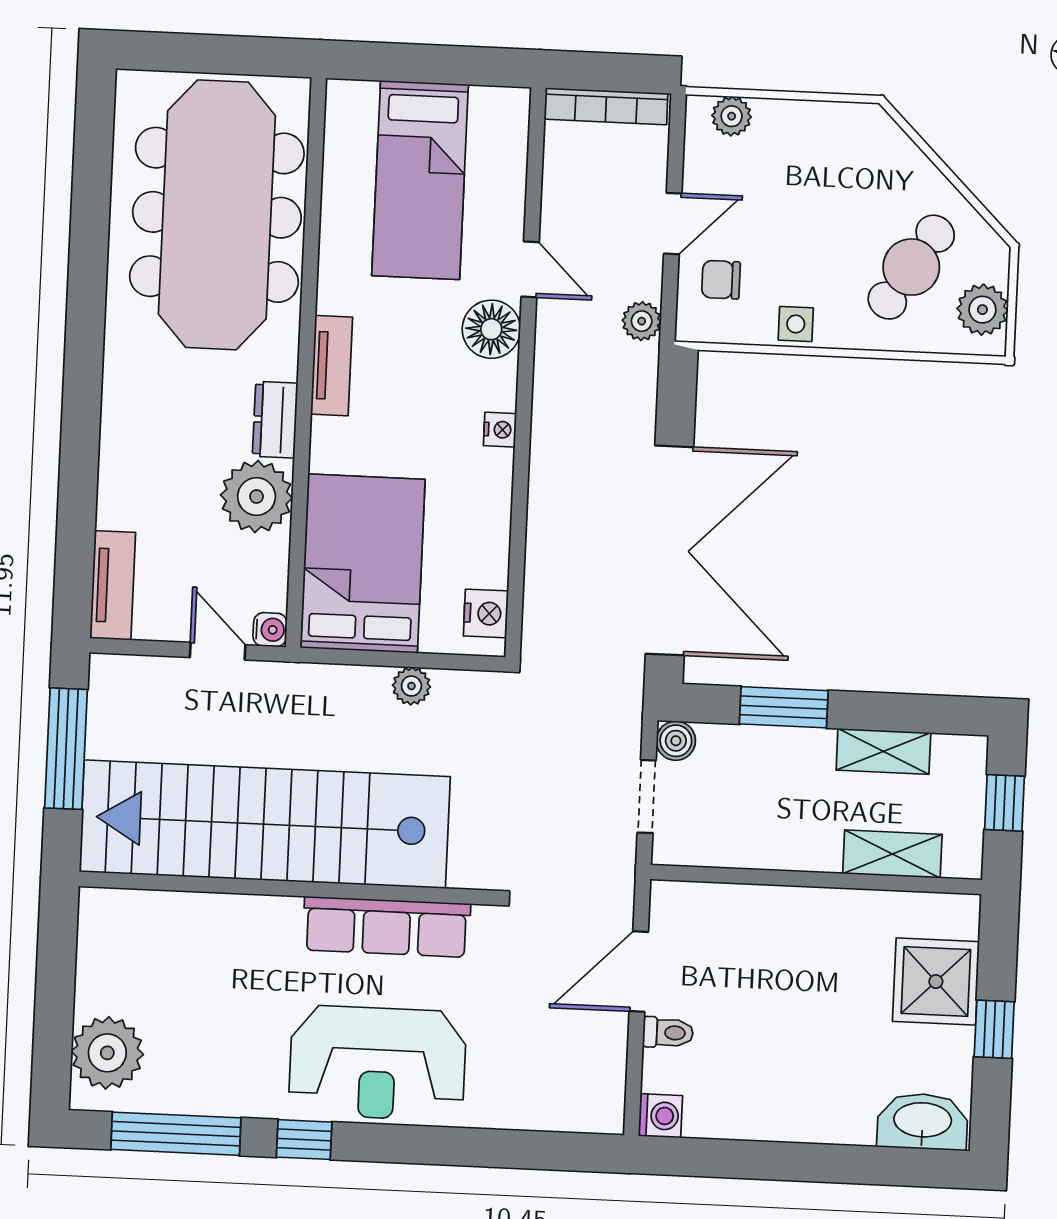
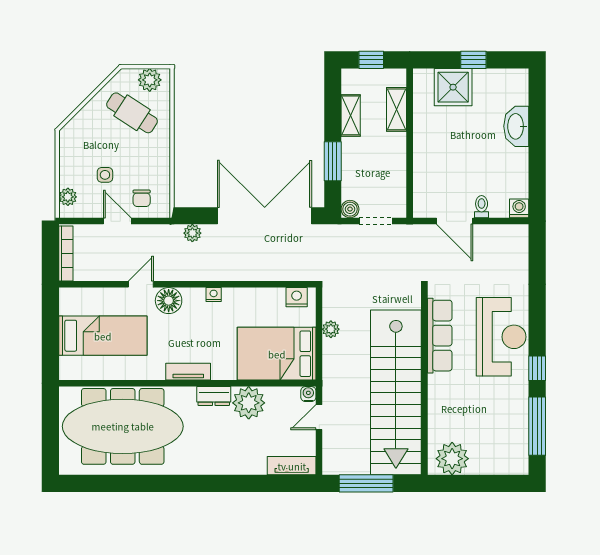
plant: (642, 321) -> (192, 233), moved
side table: (796, 324) -> (105, 175), moved
plant: (107, 1053) -> (452, 459), moved
washbasin: (923, 1121) -> (516, 126), moved

